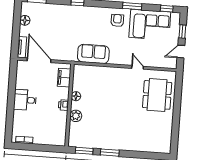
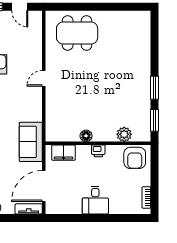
sofa: (93, 54) -> (31, 142), moved
door: (138, 67) -> (44, 78), moved
plant: (76, 116) -> (124, 134), moved
armchair: (56, 133) -> (135, 158), added

